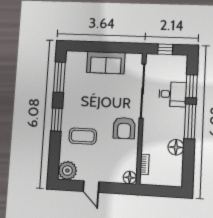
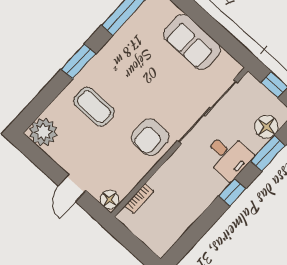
desk: (173, 94) -> (228, 156), moved
window: (190, 121) -> (232, 192), width x0.46
floor lamp: (176, 147) -> (266, 127), moved
door: (91, 187) -> (72, 188), moved

